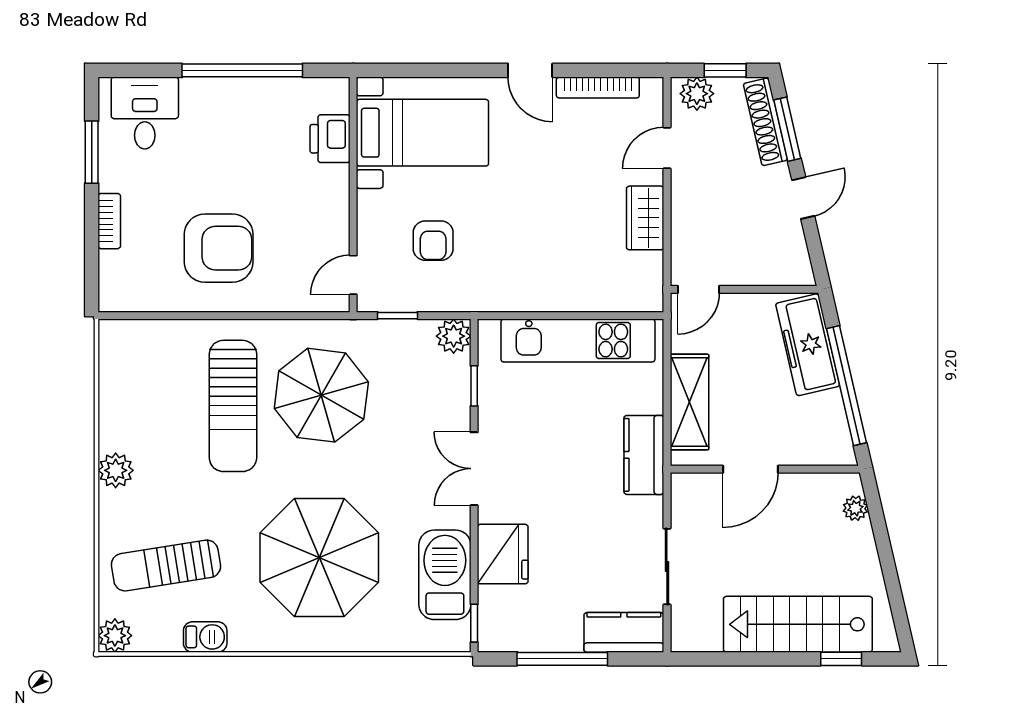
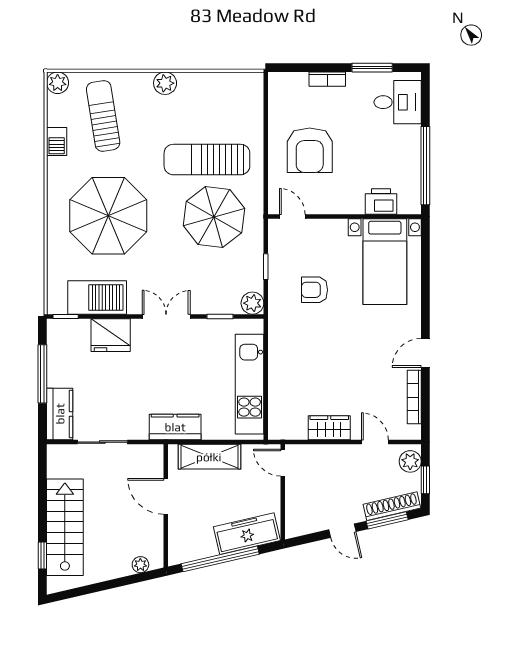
bed with nightstands: (422, 133) -> (385, 262), moved
printer: (330, 139) -> (381, 201), moved
wall: (353, 195) -> (345, 217), moved
door: (353, 275) -> (292, 217), moved

